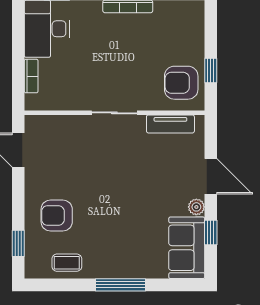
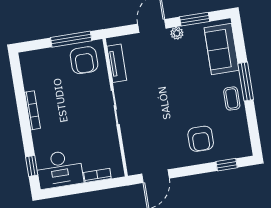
window: (211, 71) -> (71, 39), width x2.17
window: (211, 233) -> (195, 19), width x1.50
sofa: (187, 248) -> (222, 49), moved, turned 90
coffee table: (67, 263) -> (232, 98), moved

